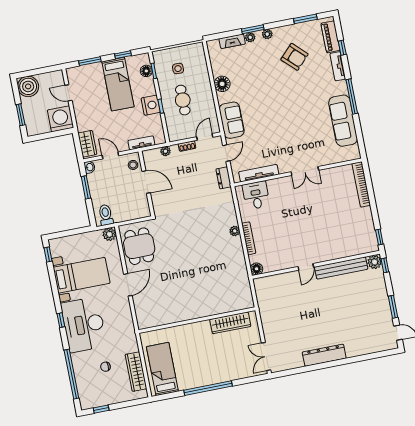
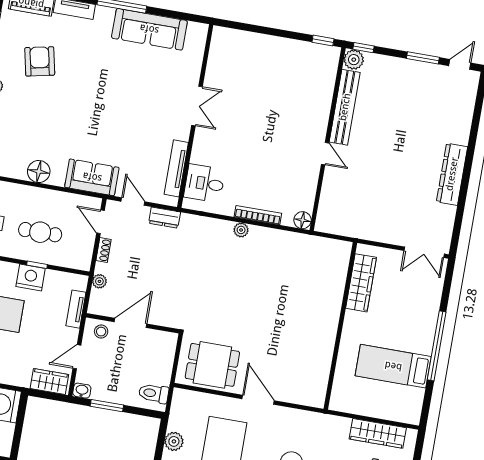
armchair: (294, 57) -> (40, 61), turned -56
bookcase: (361, 184) -> (244, 38), removed
plant: (109, 234) -> (174, 441), moved
bed: (162, 369) -> (393, 366), moved

